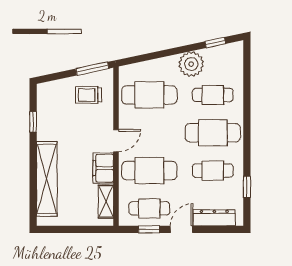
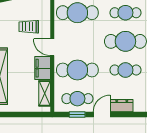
trolley: (88, 95) -> (29, 27), moved
door: (116, 141) -> (52, 47), swing flipped
dresser: (214, 218) -> (122, 106), width x0.70

